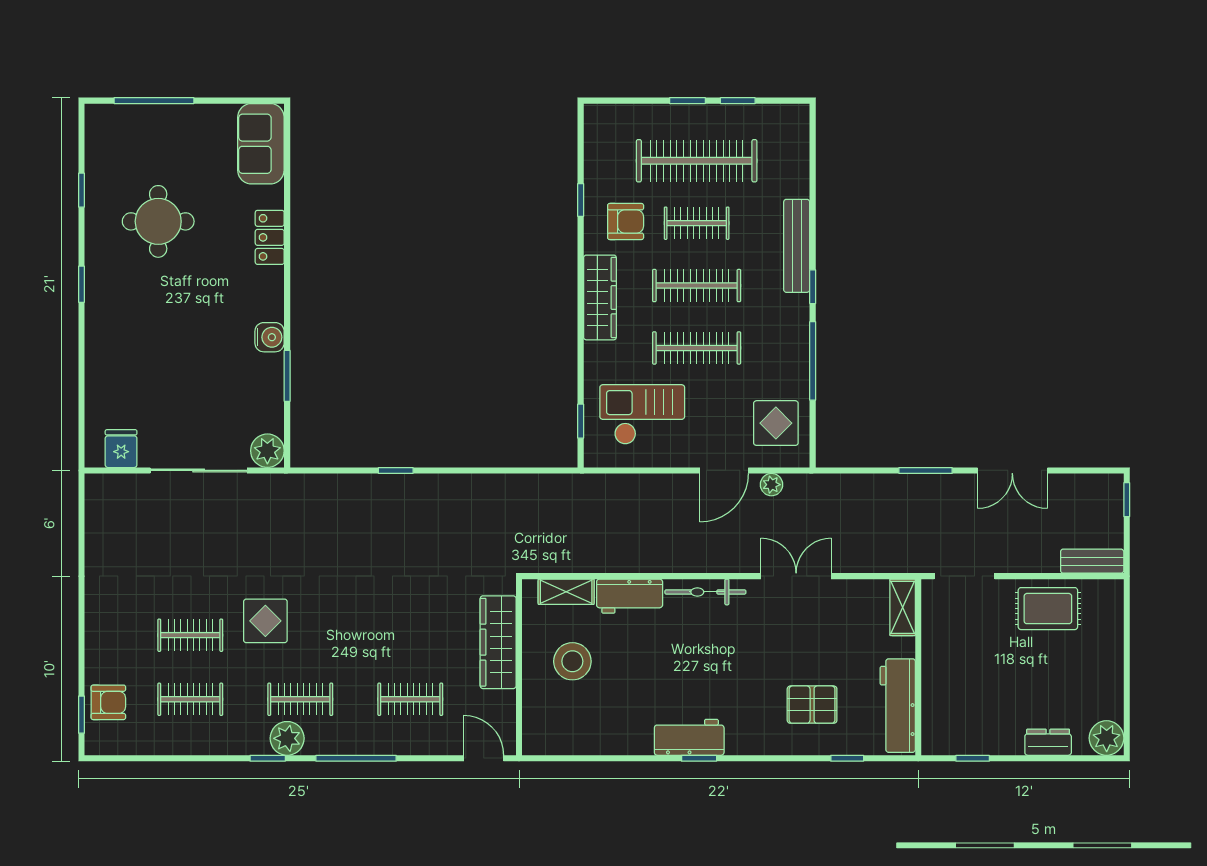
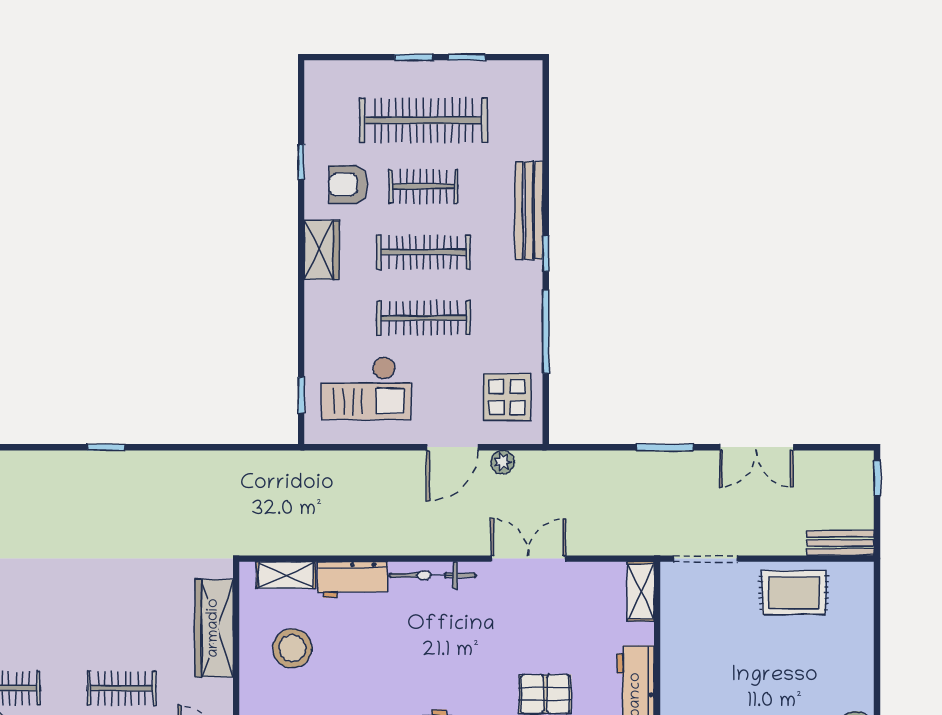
armchair: (626, 221) -> (348, 185), turned 180
wardrobe: (600, 297) -> (322, 250), width x0.67
checkout: (642, 415) -> (366, 388), turned 180

